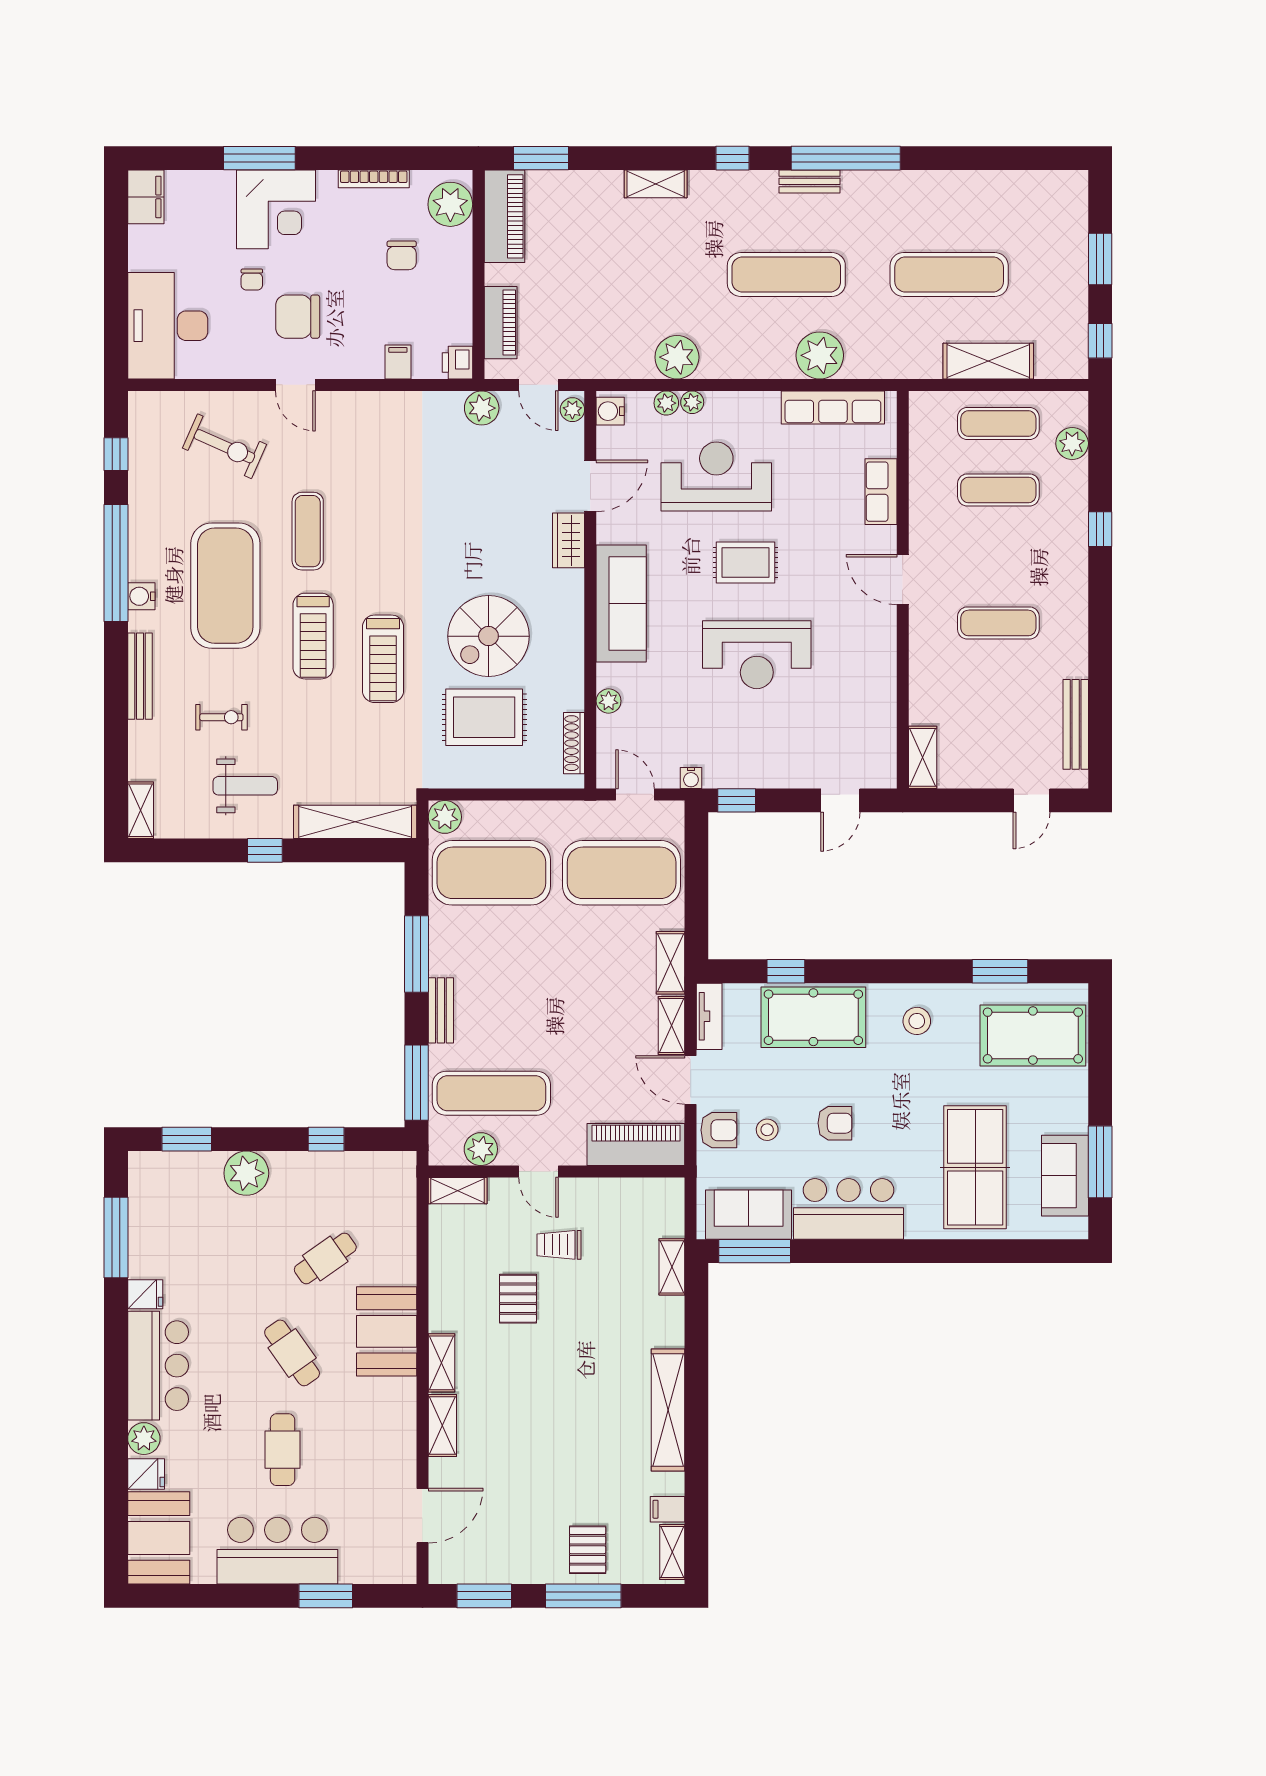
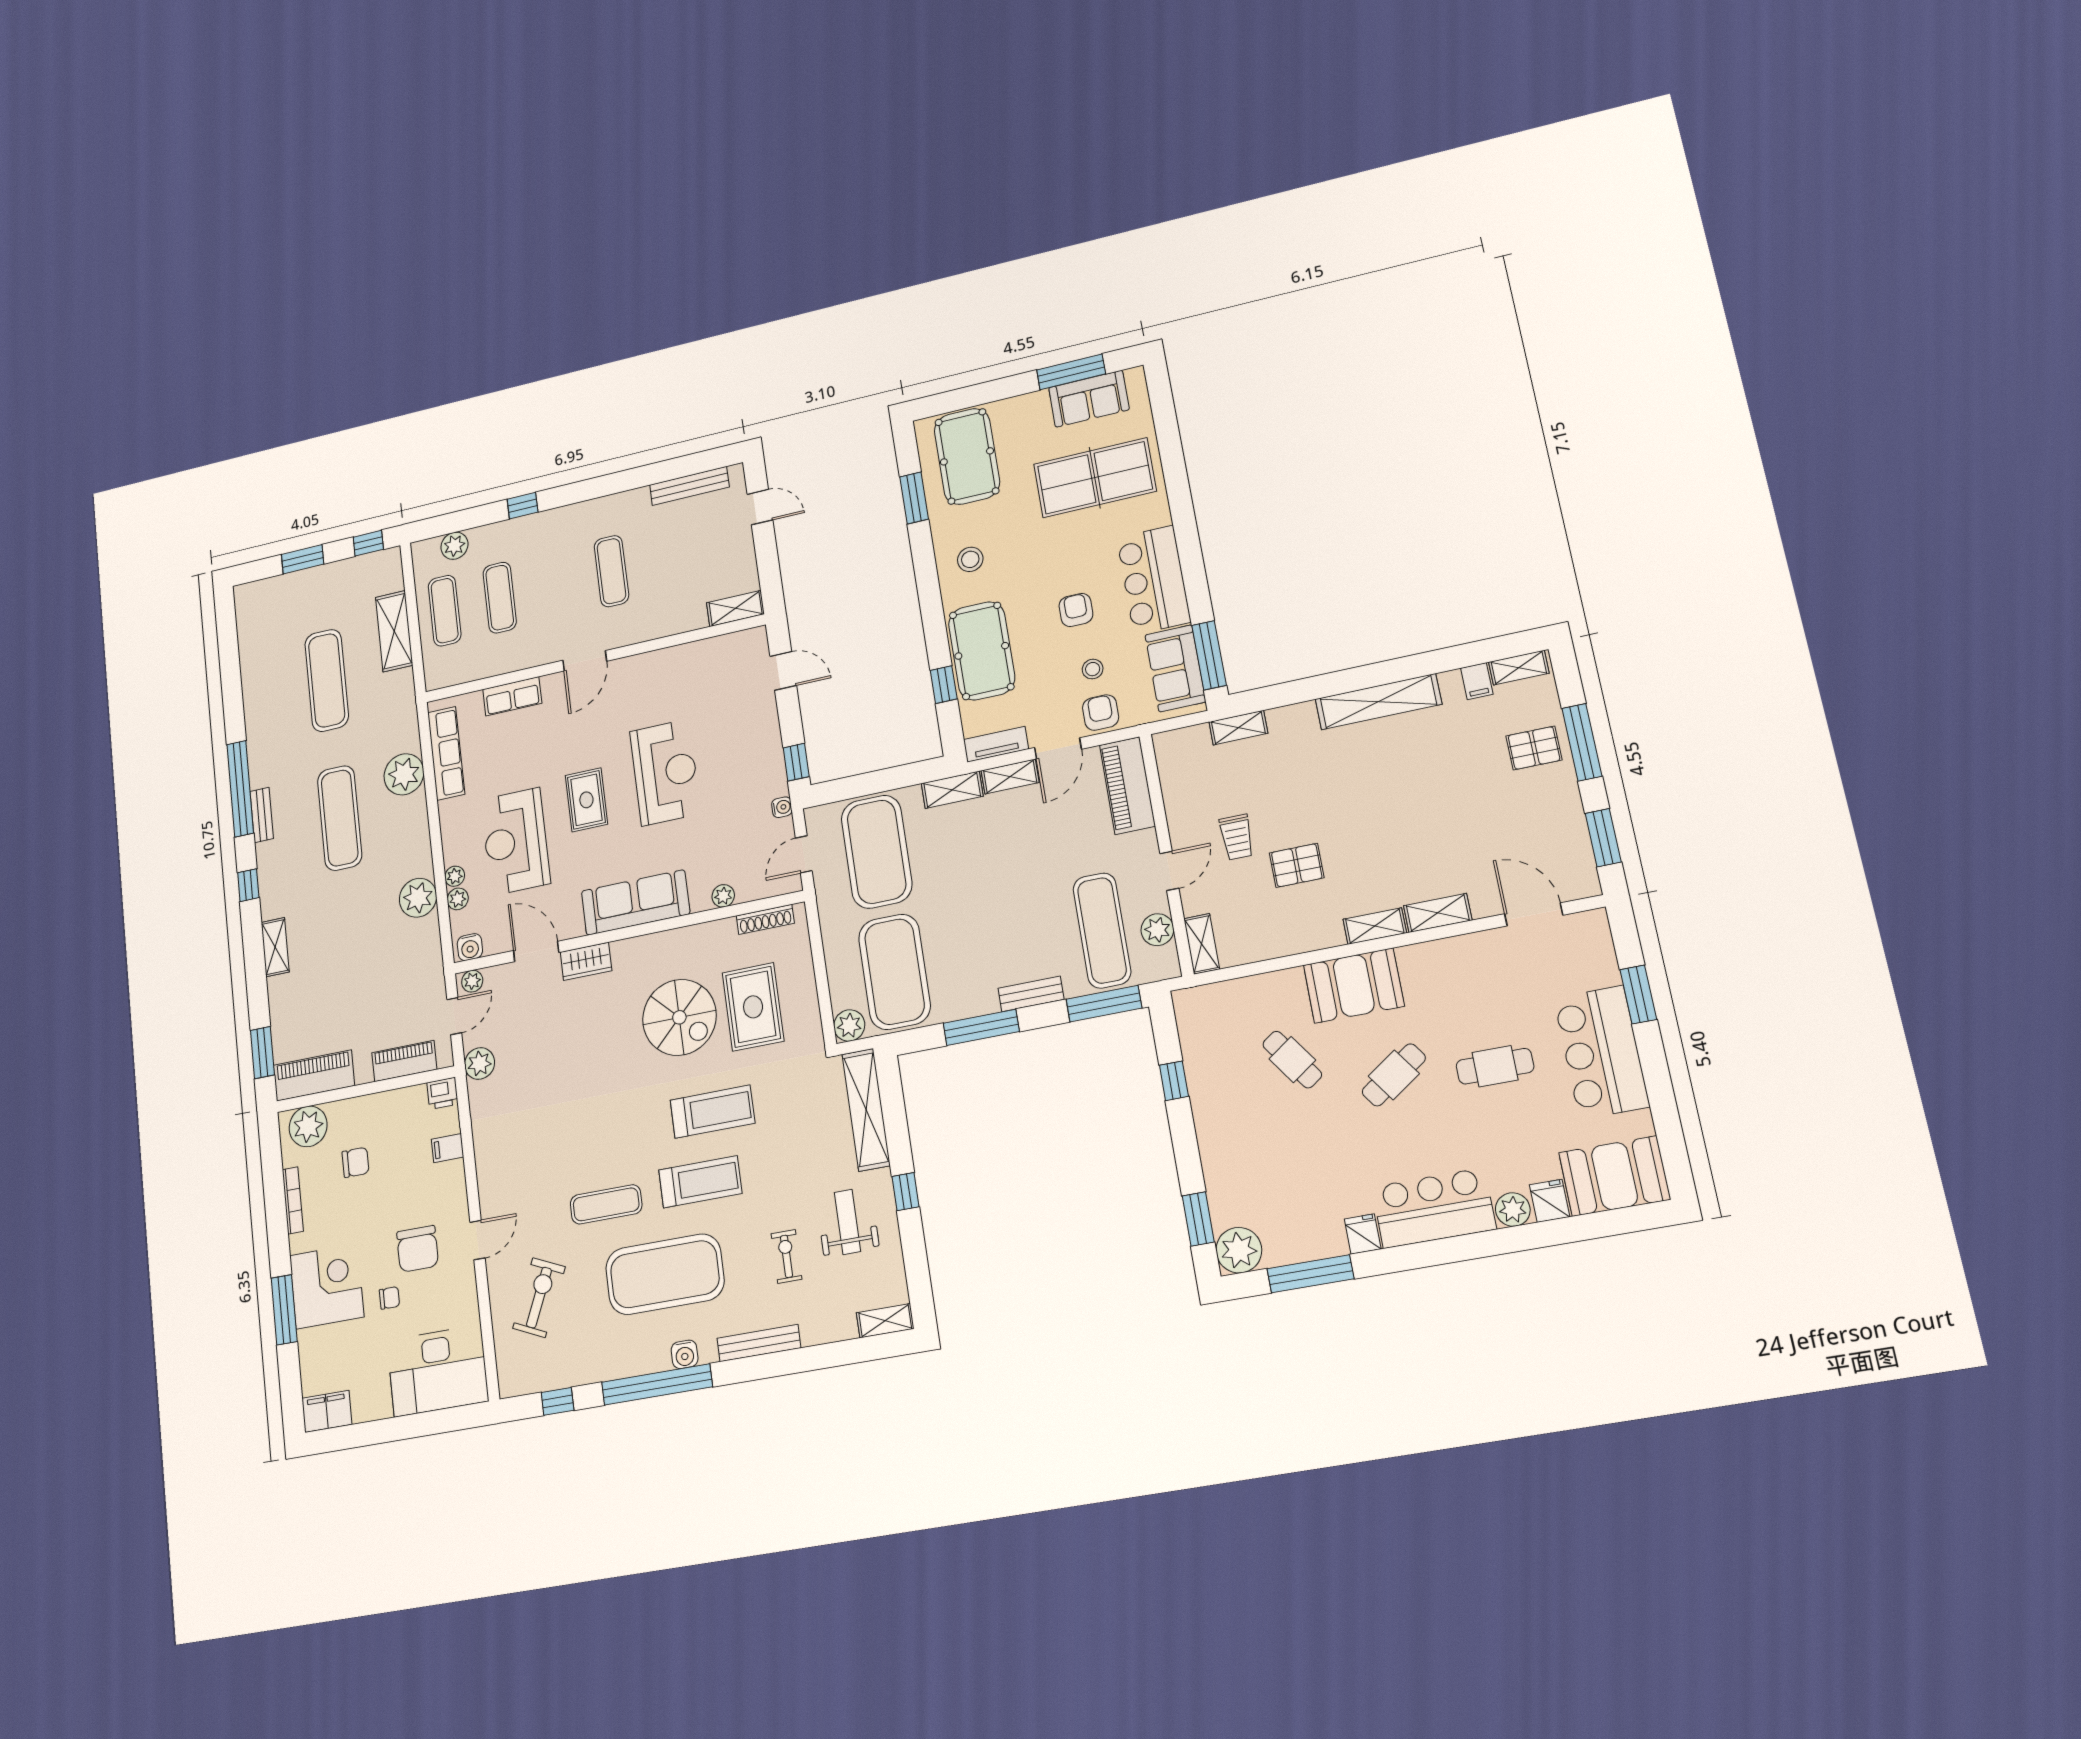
plant: (246, 1173) -> (1239, 1250), moved

